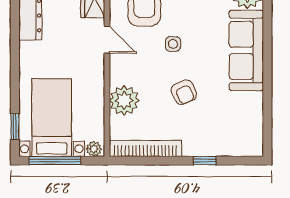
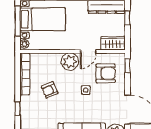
armchair: (184, 92) -> (50, 90), moved
plant: (124, 100) -> (70, 62), moved

